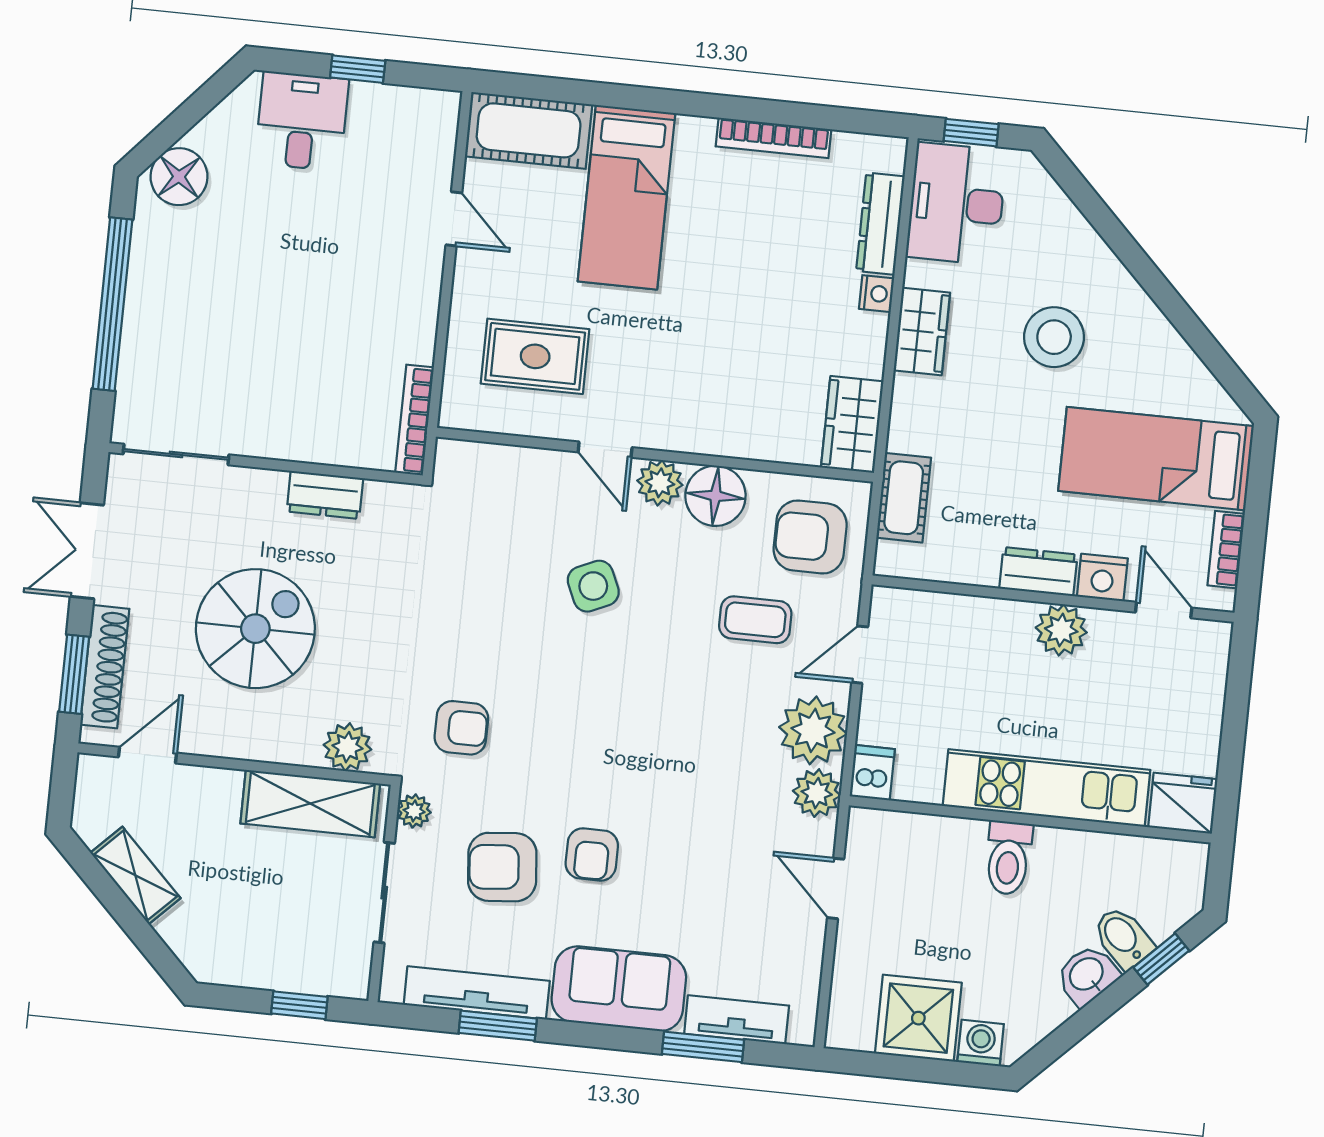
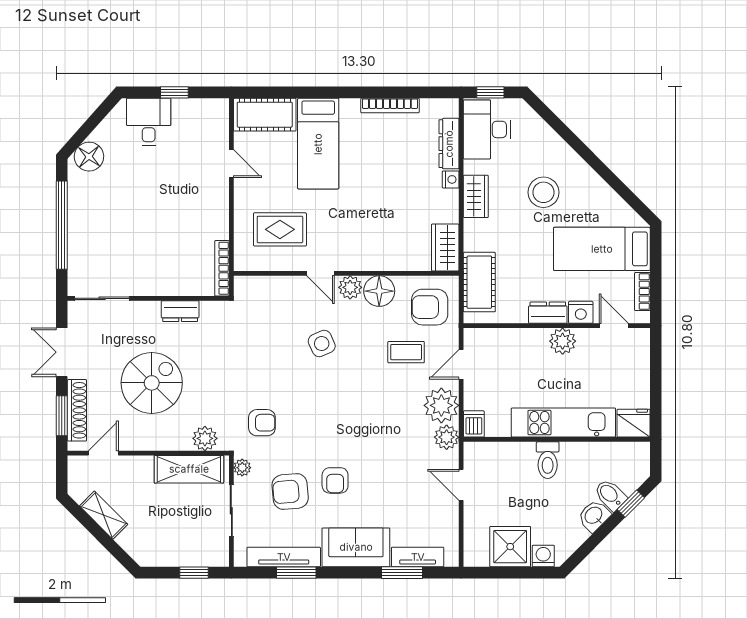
cot: (904, 498) -> (479, 282), width x1.37, depth x1.34

